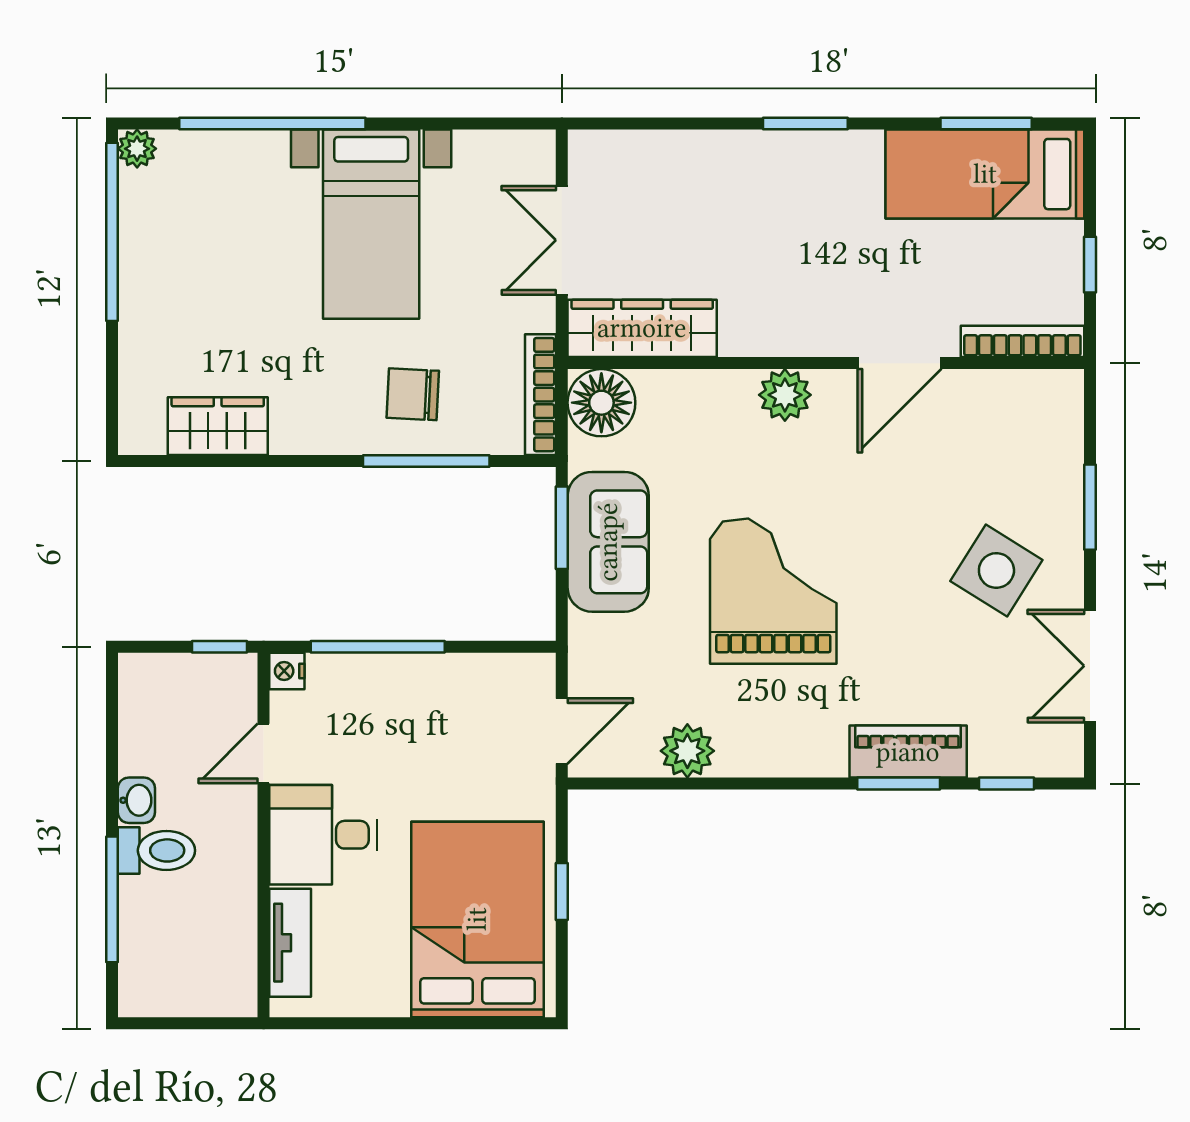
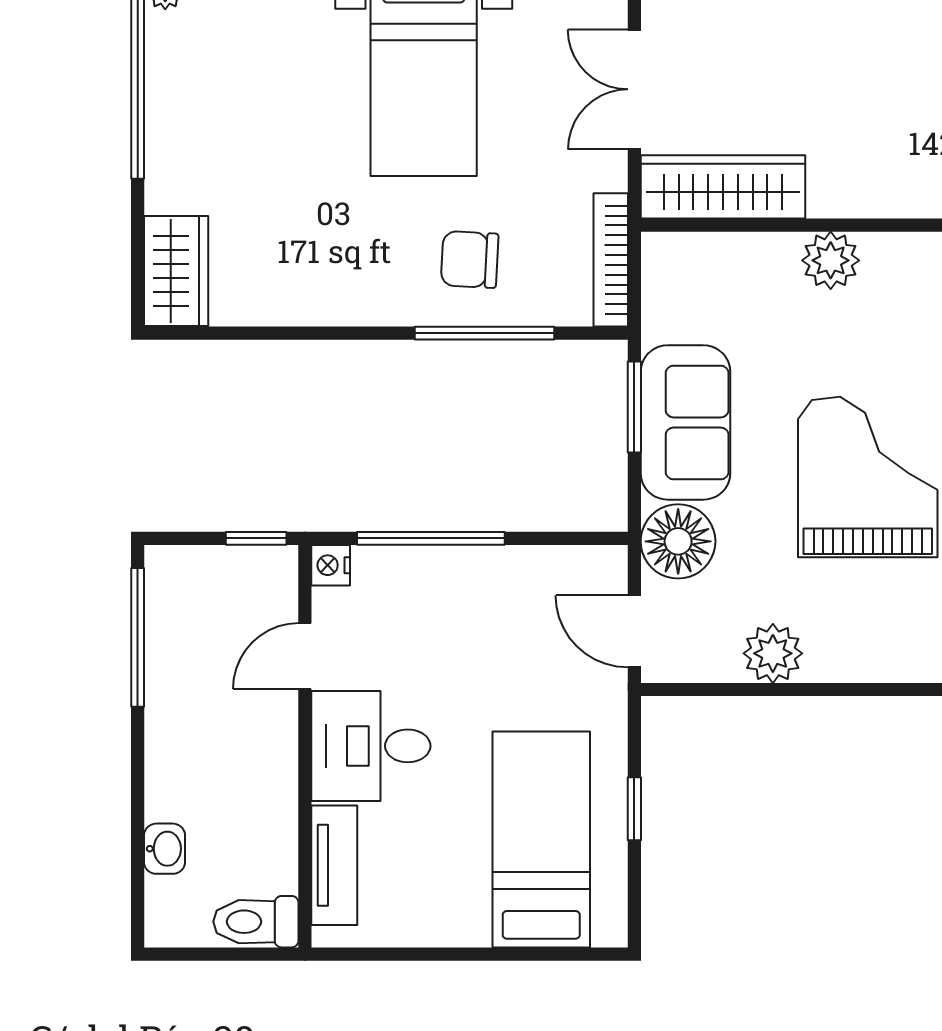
plant: (785, 395) -> (831, 260), moved
floor lamp: (601, 403) -> (678, 541), moved
wardrobe: (218, 426) -> (176, 271), moved, turned 90
door: (562, 731) -> (634, 631), swing flipped
washbasin: (136, 800) -> (164, 849), moved
toilet: (156, 850) -> (256, 922), moved, turned 180
window: (112, 899) -> (138, 637), moved
bed: (477, 919) -> (541, 840), width x0.67

